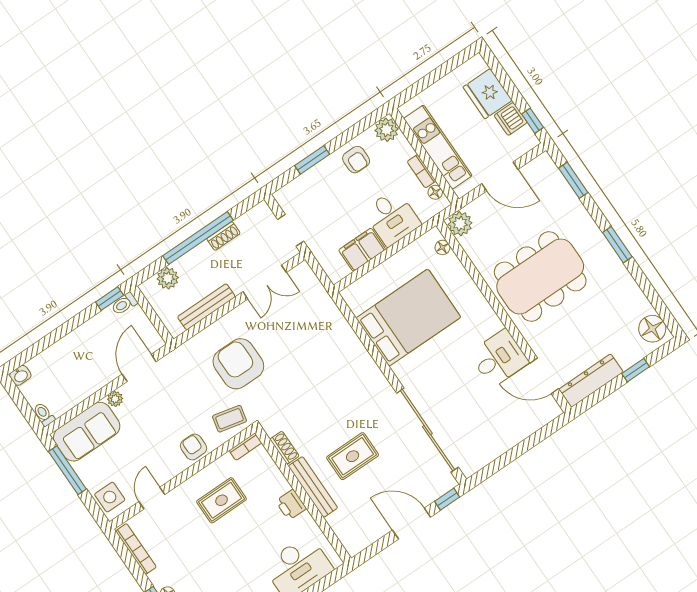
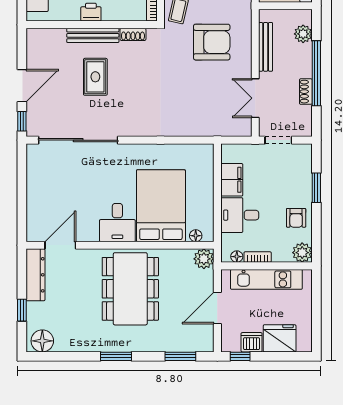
armchair: (356, 160) -> (296, 218), turned -90
bed: (408, 318) -> (161, 206), moved, turned 180
desk: (499, 358) -> (117, 223), moved

